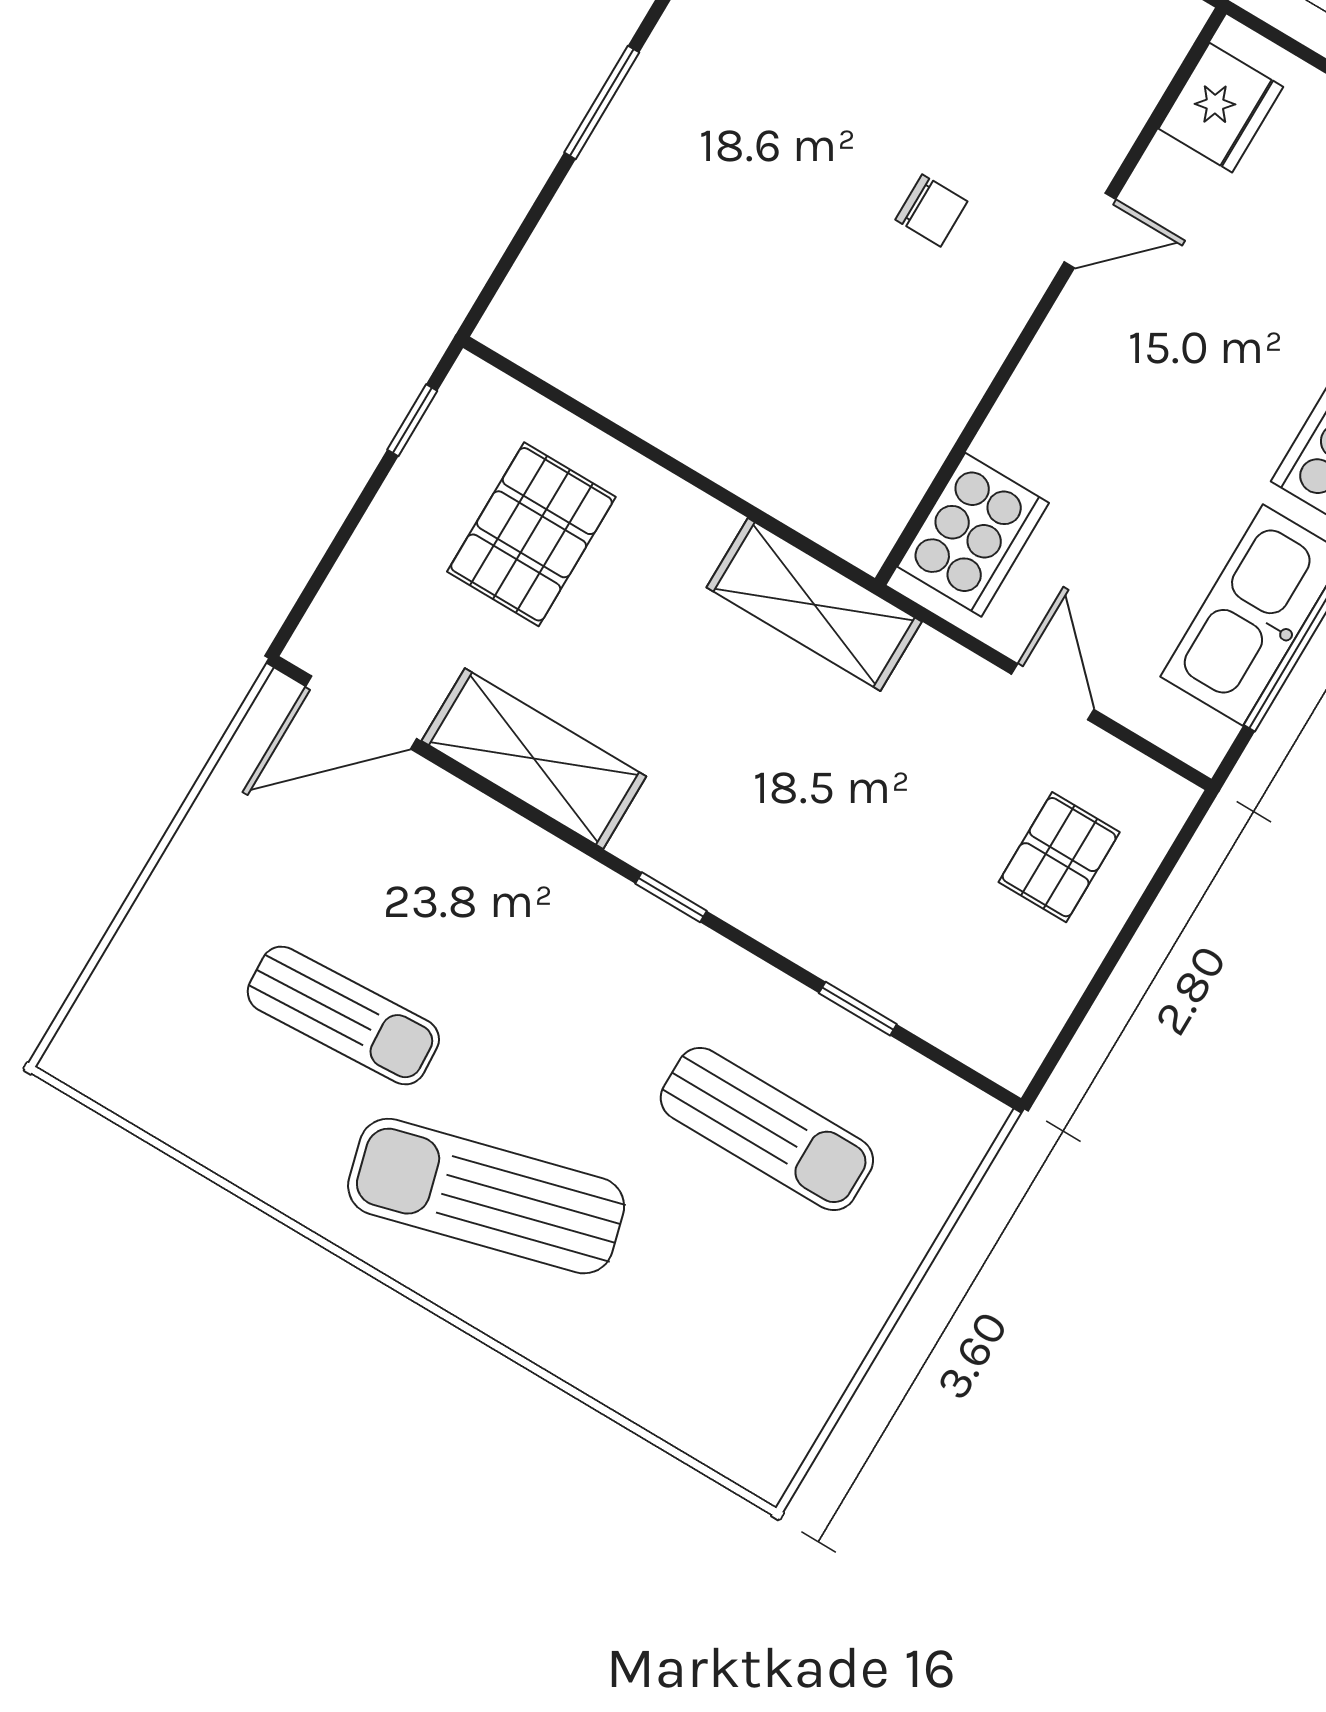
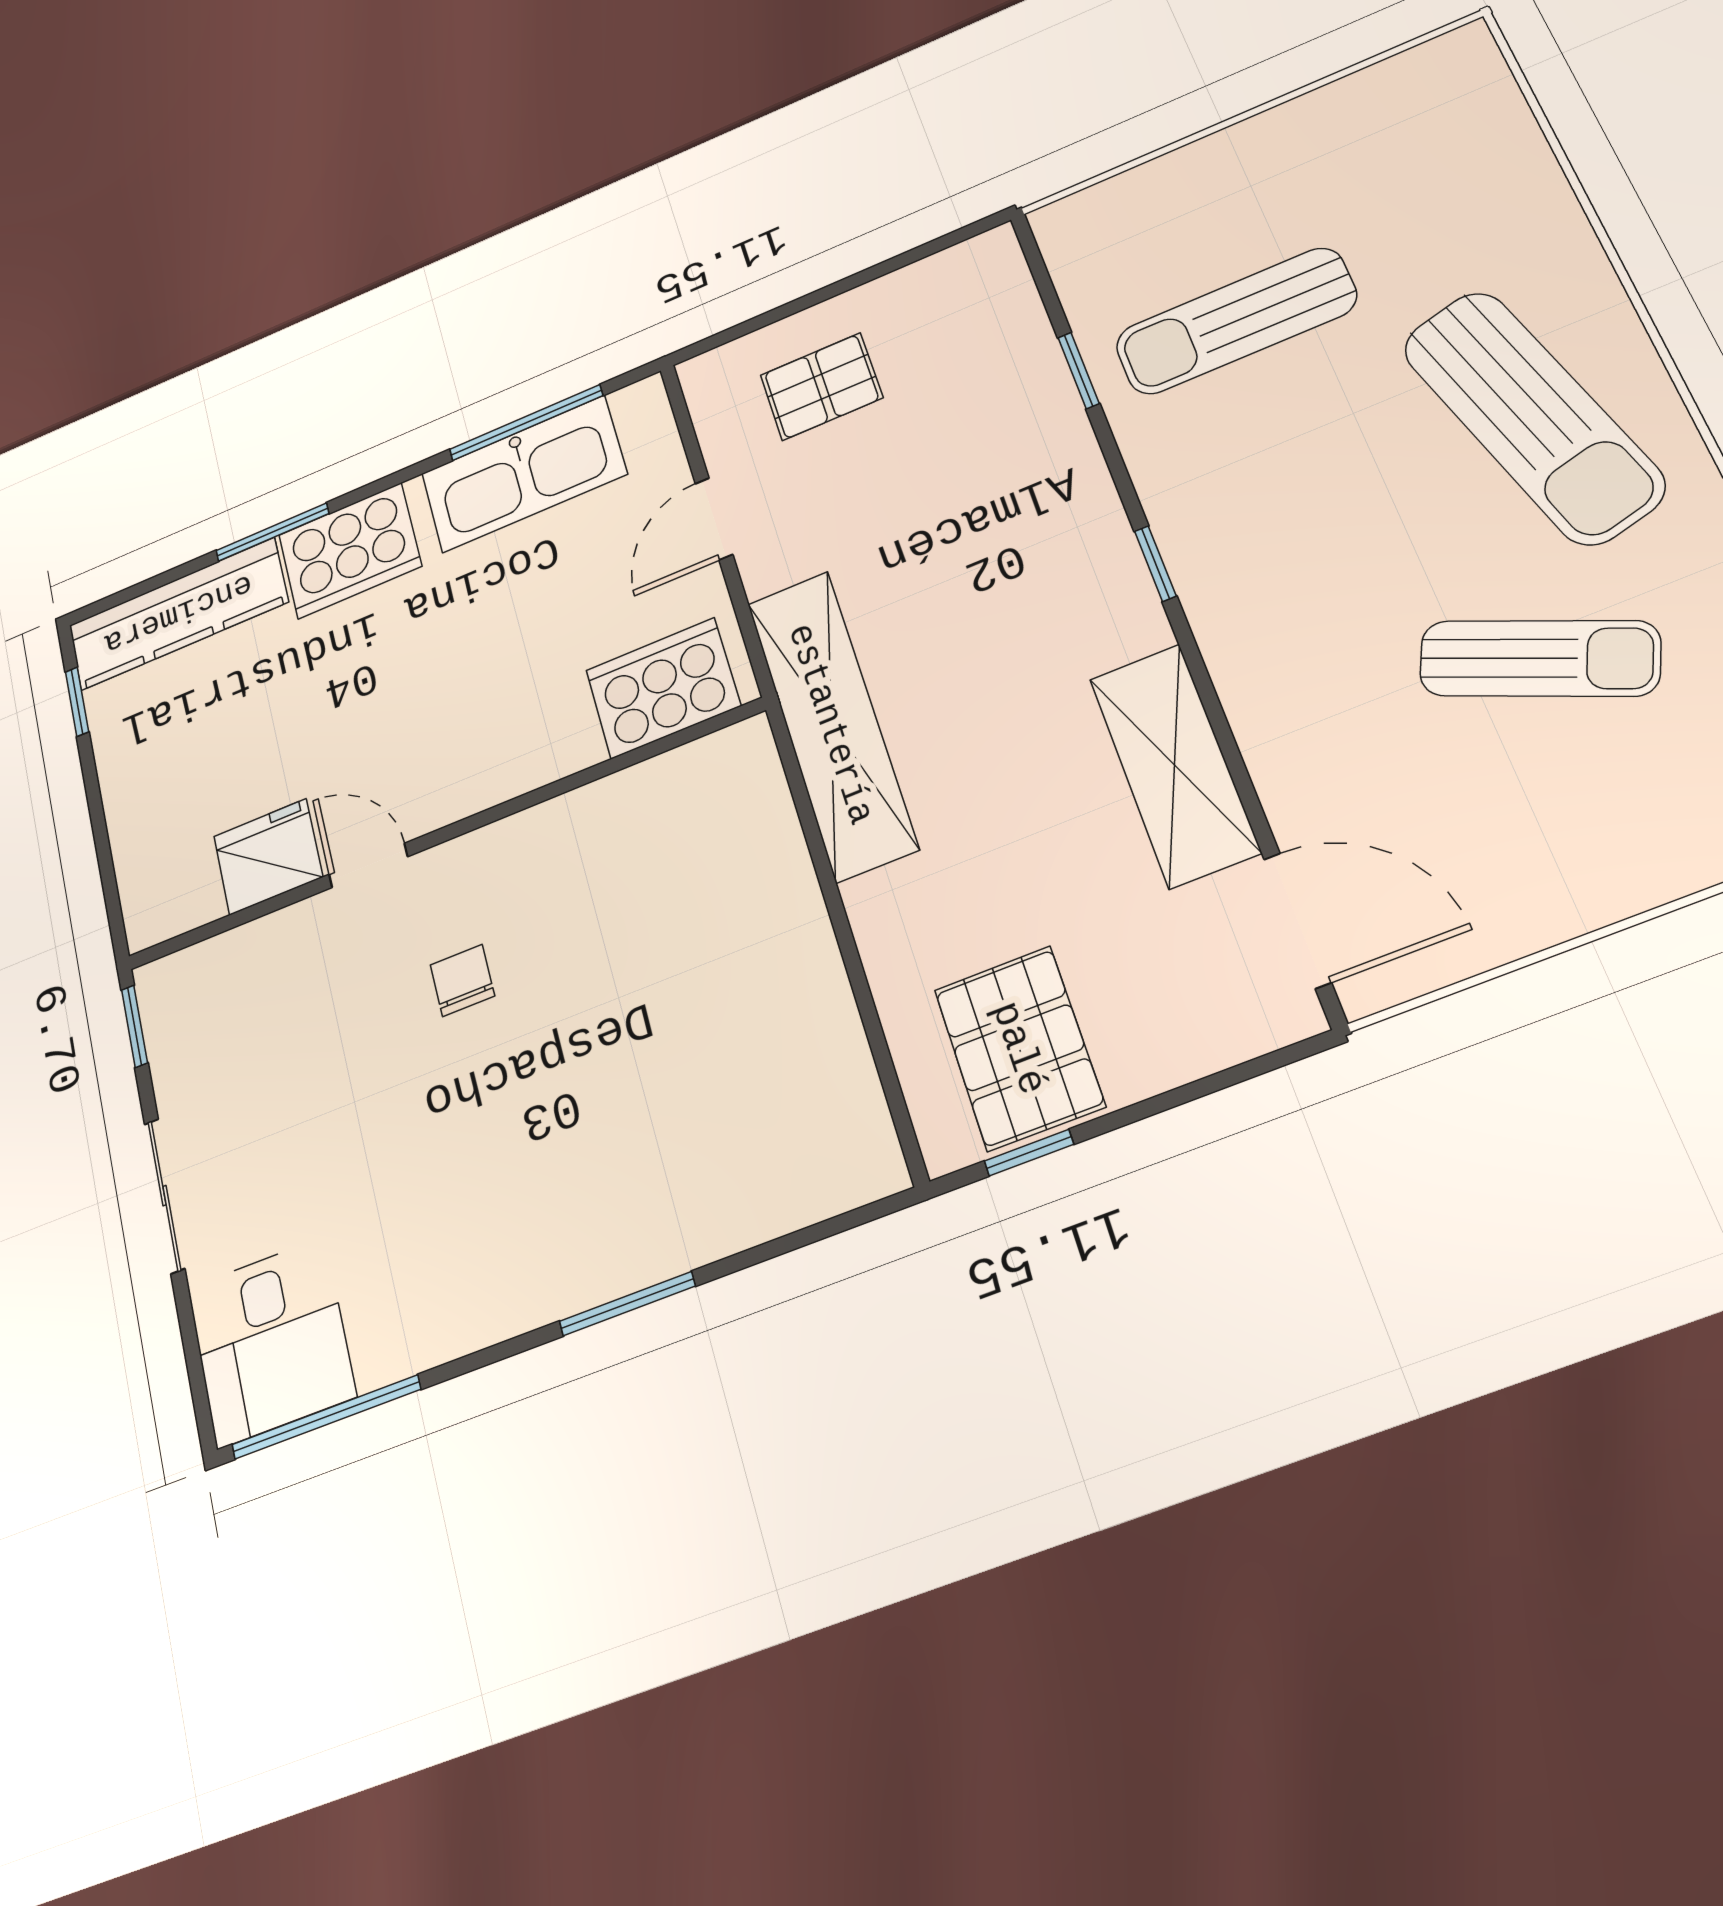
fridge: (1221, 108) -> (268, 857), moved
pallet: (531, 534) -> (1019, 1048), moved, turned 90
shelving: (814, 604) -> (831, 724), width x1.47
sun lounger: (343, 1016) -> (1539, 658), turned 117
sun lounger: (767, 1129) -> (1236, 321), turned -90

